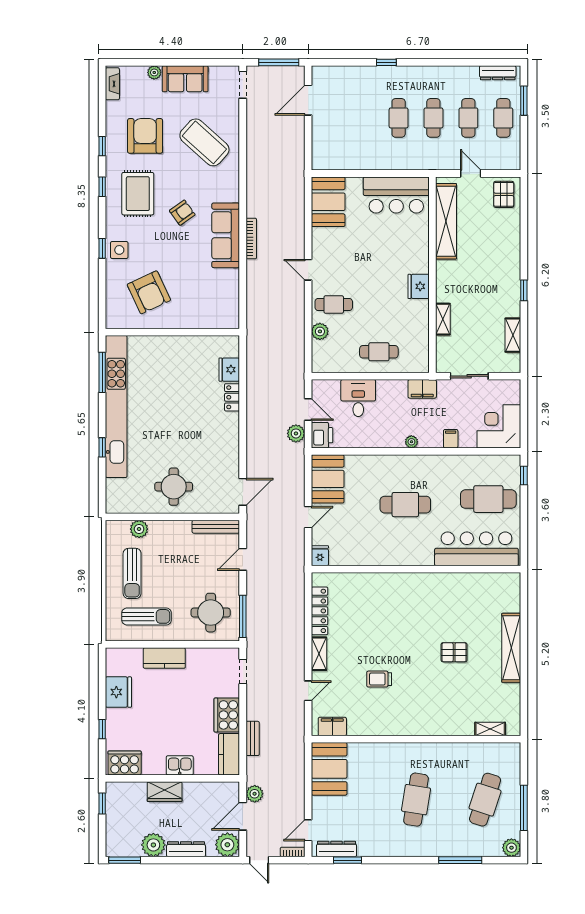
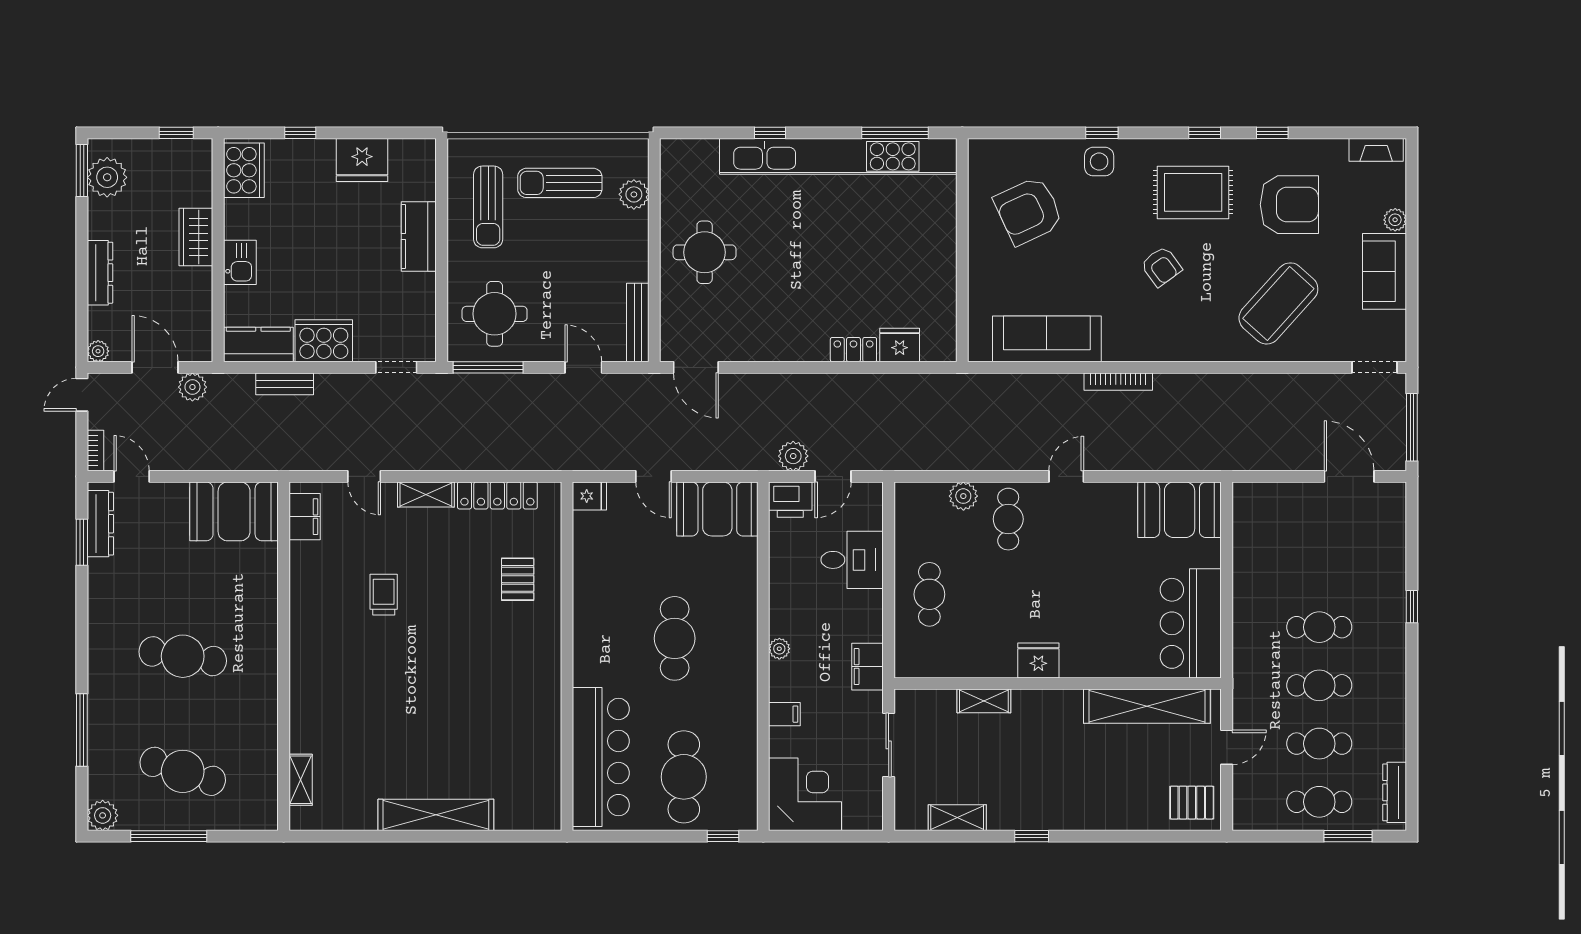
sofa: (226, 235) -> (1047, 339), moved
pallet: (454, 652) -> (518, 579), moved
plant: (153, 845) -> (107, 177), moved
plant: (227, 845) -> (98, 351), width x0.53, depth x0.53

